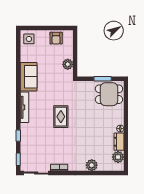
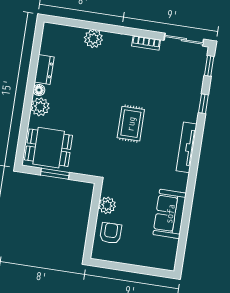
armchair: (56, 38) -> (111, 233), moved
side table: (29, 39) -> (163, 255), removed
sofa: (29, 77) -> (170, 214), moved
plant: (118, 157) -> (40, 107), moved

